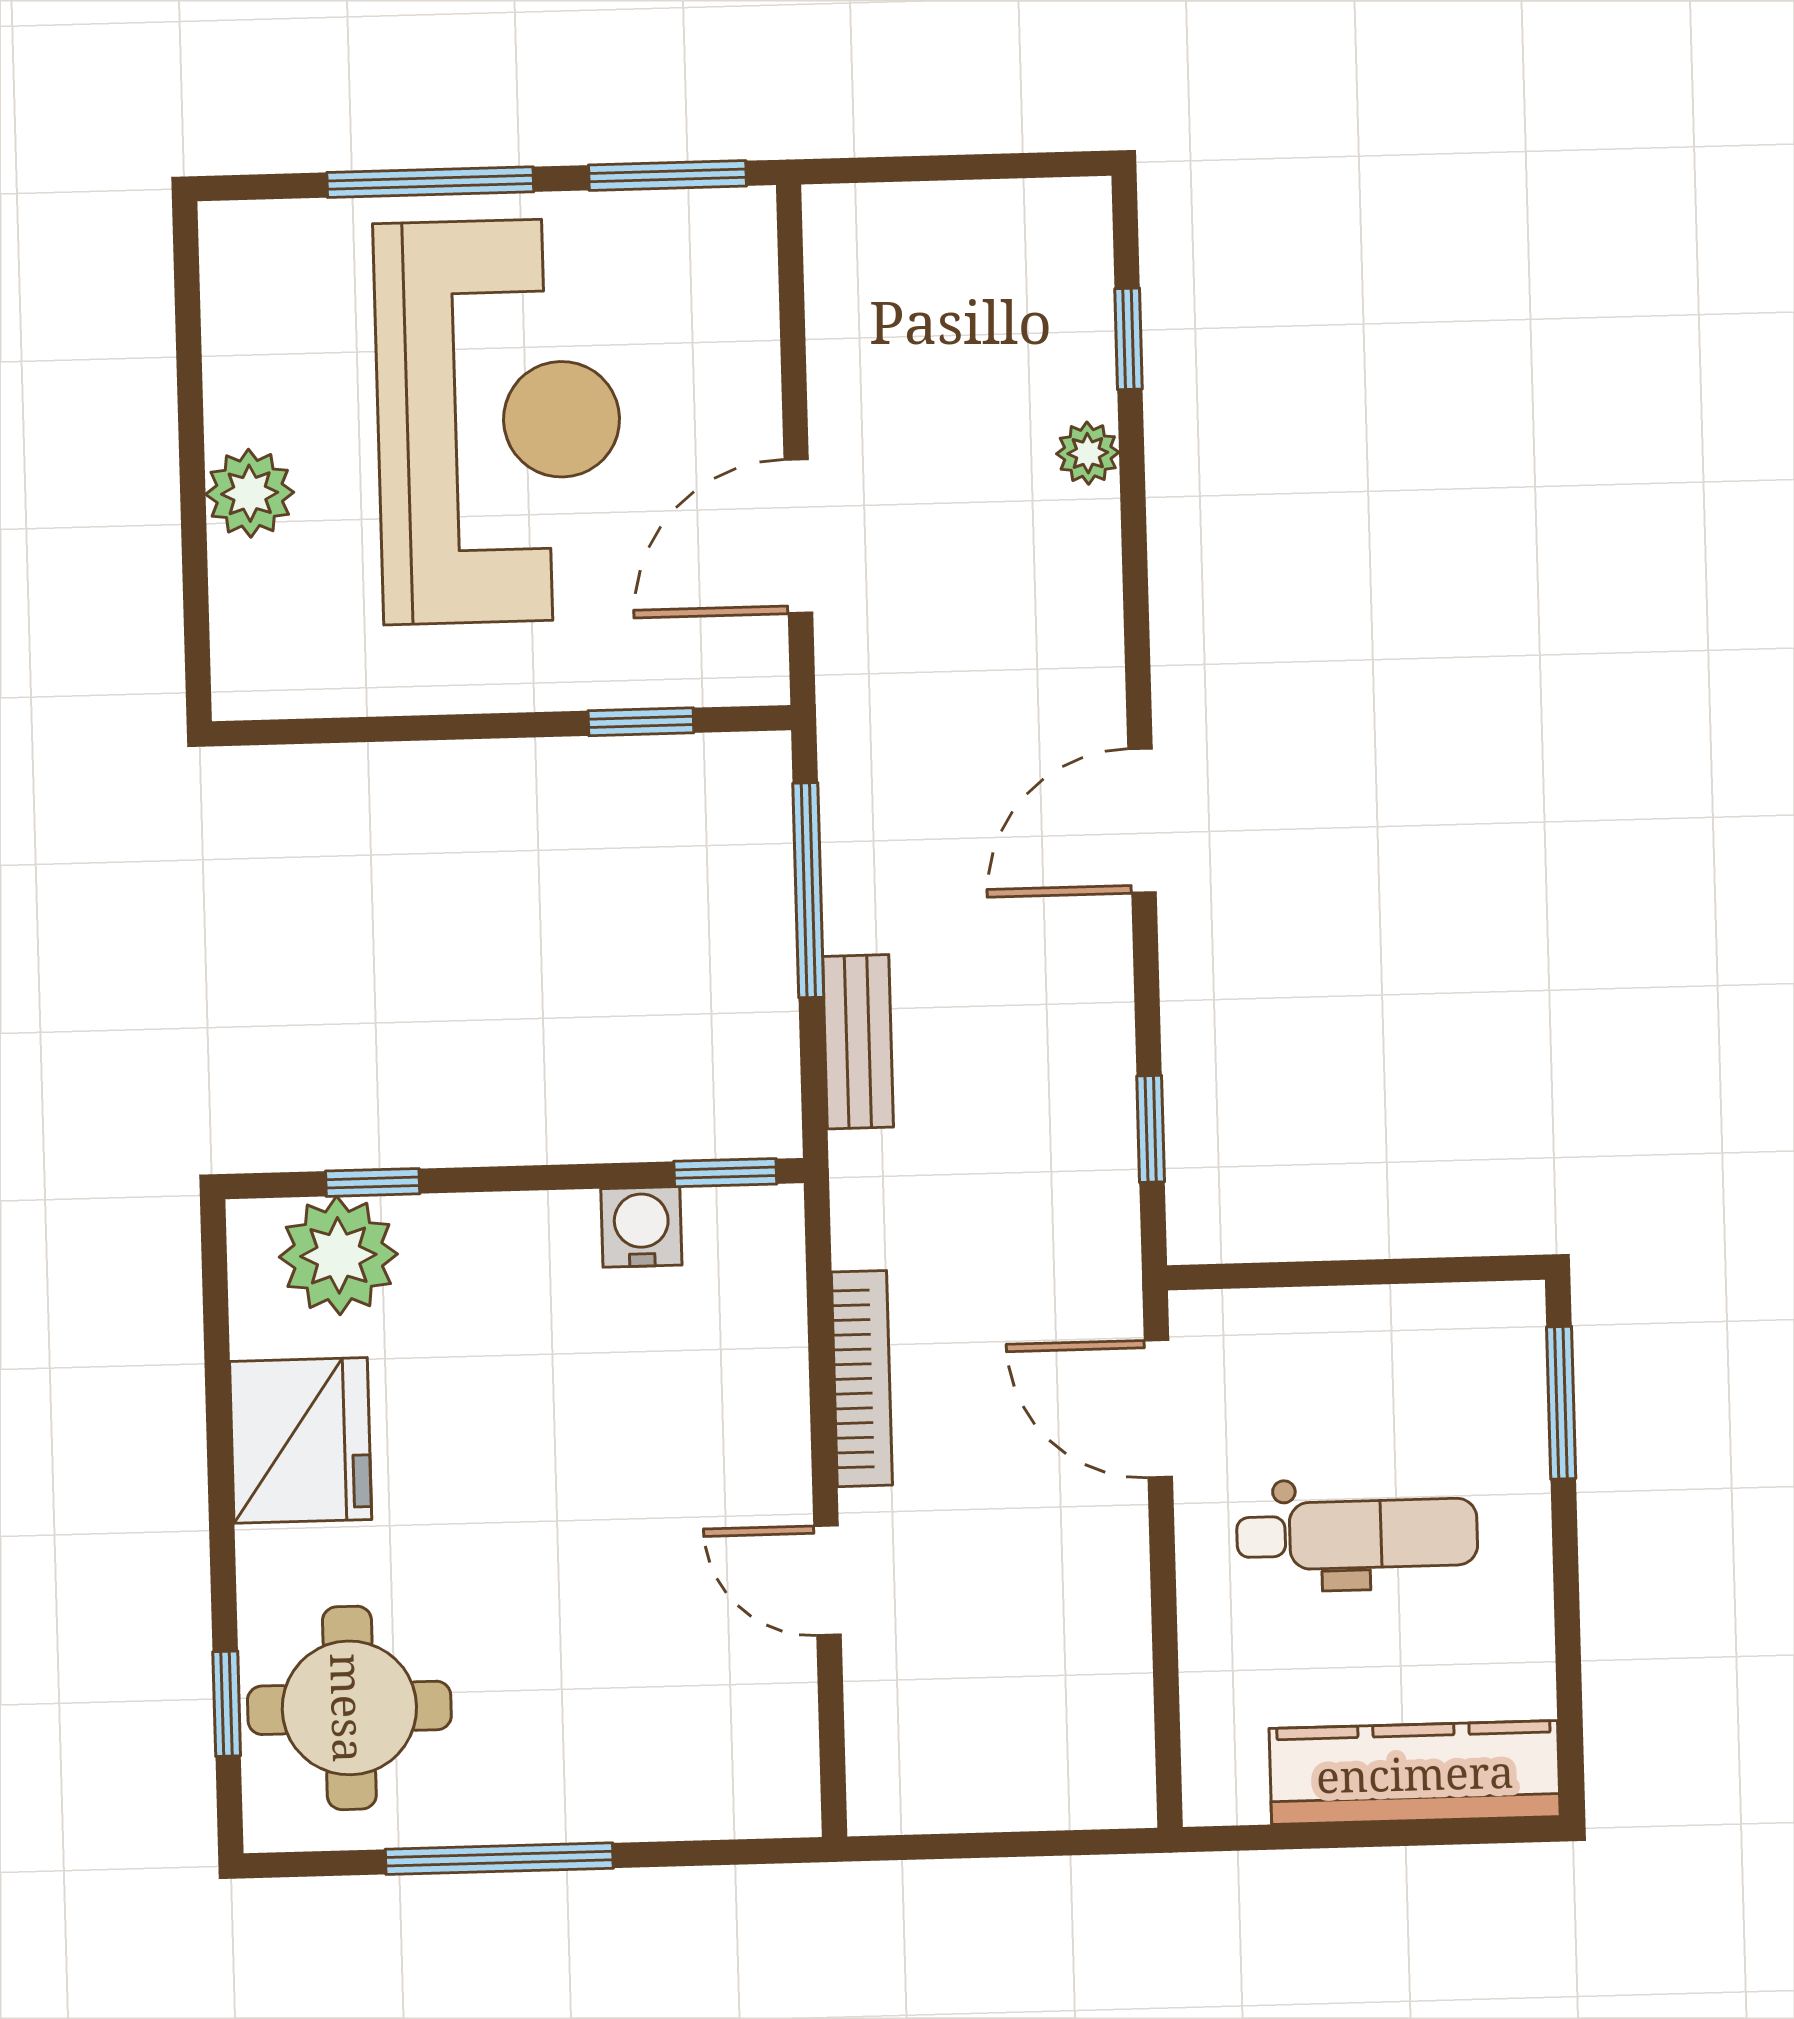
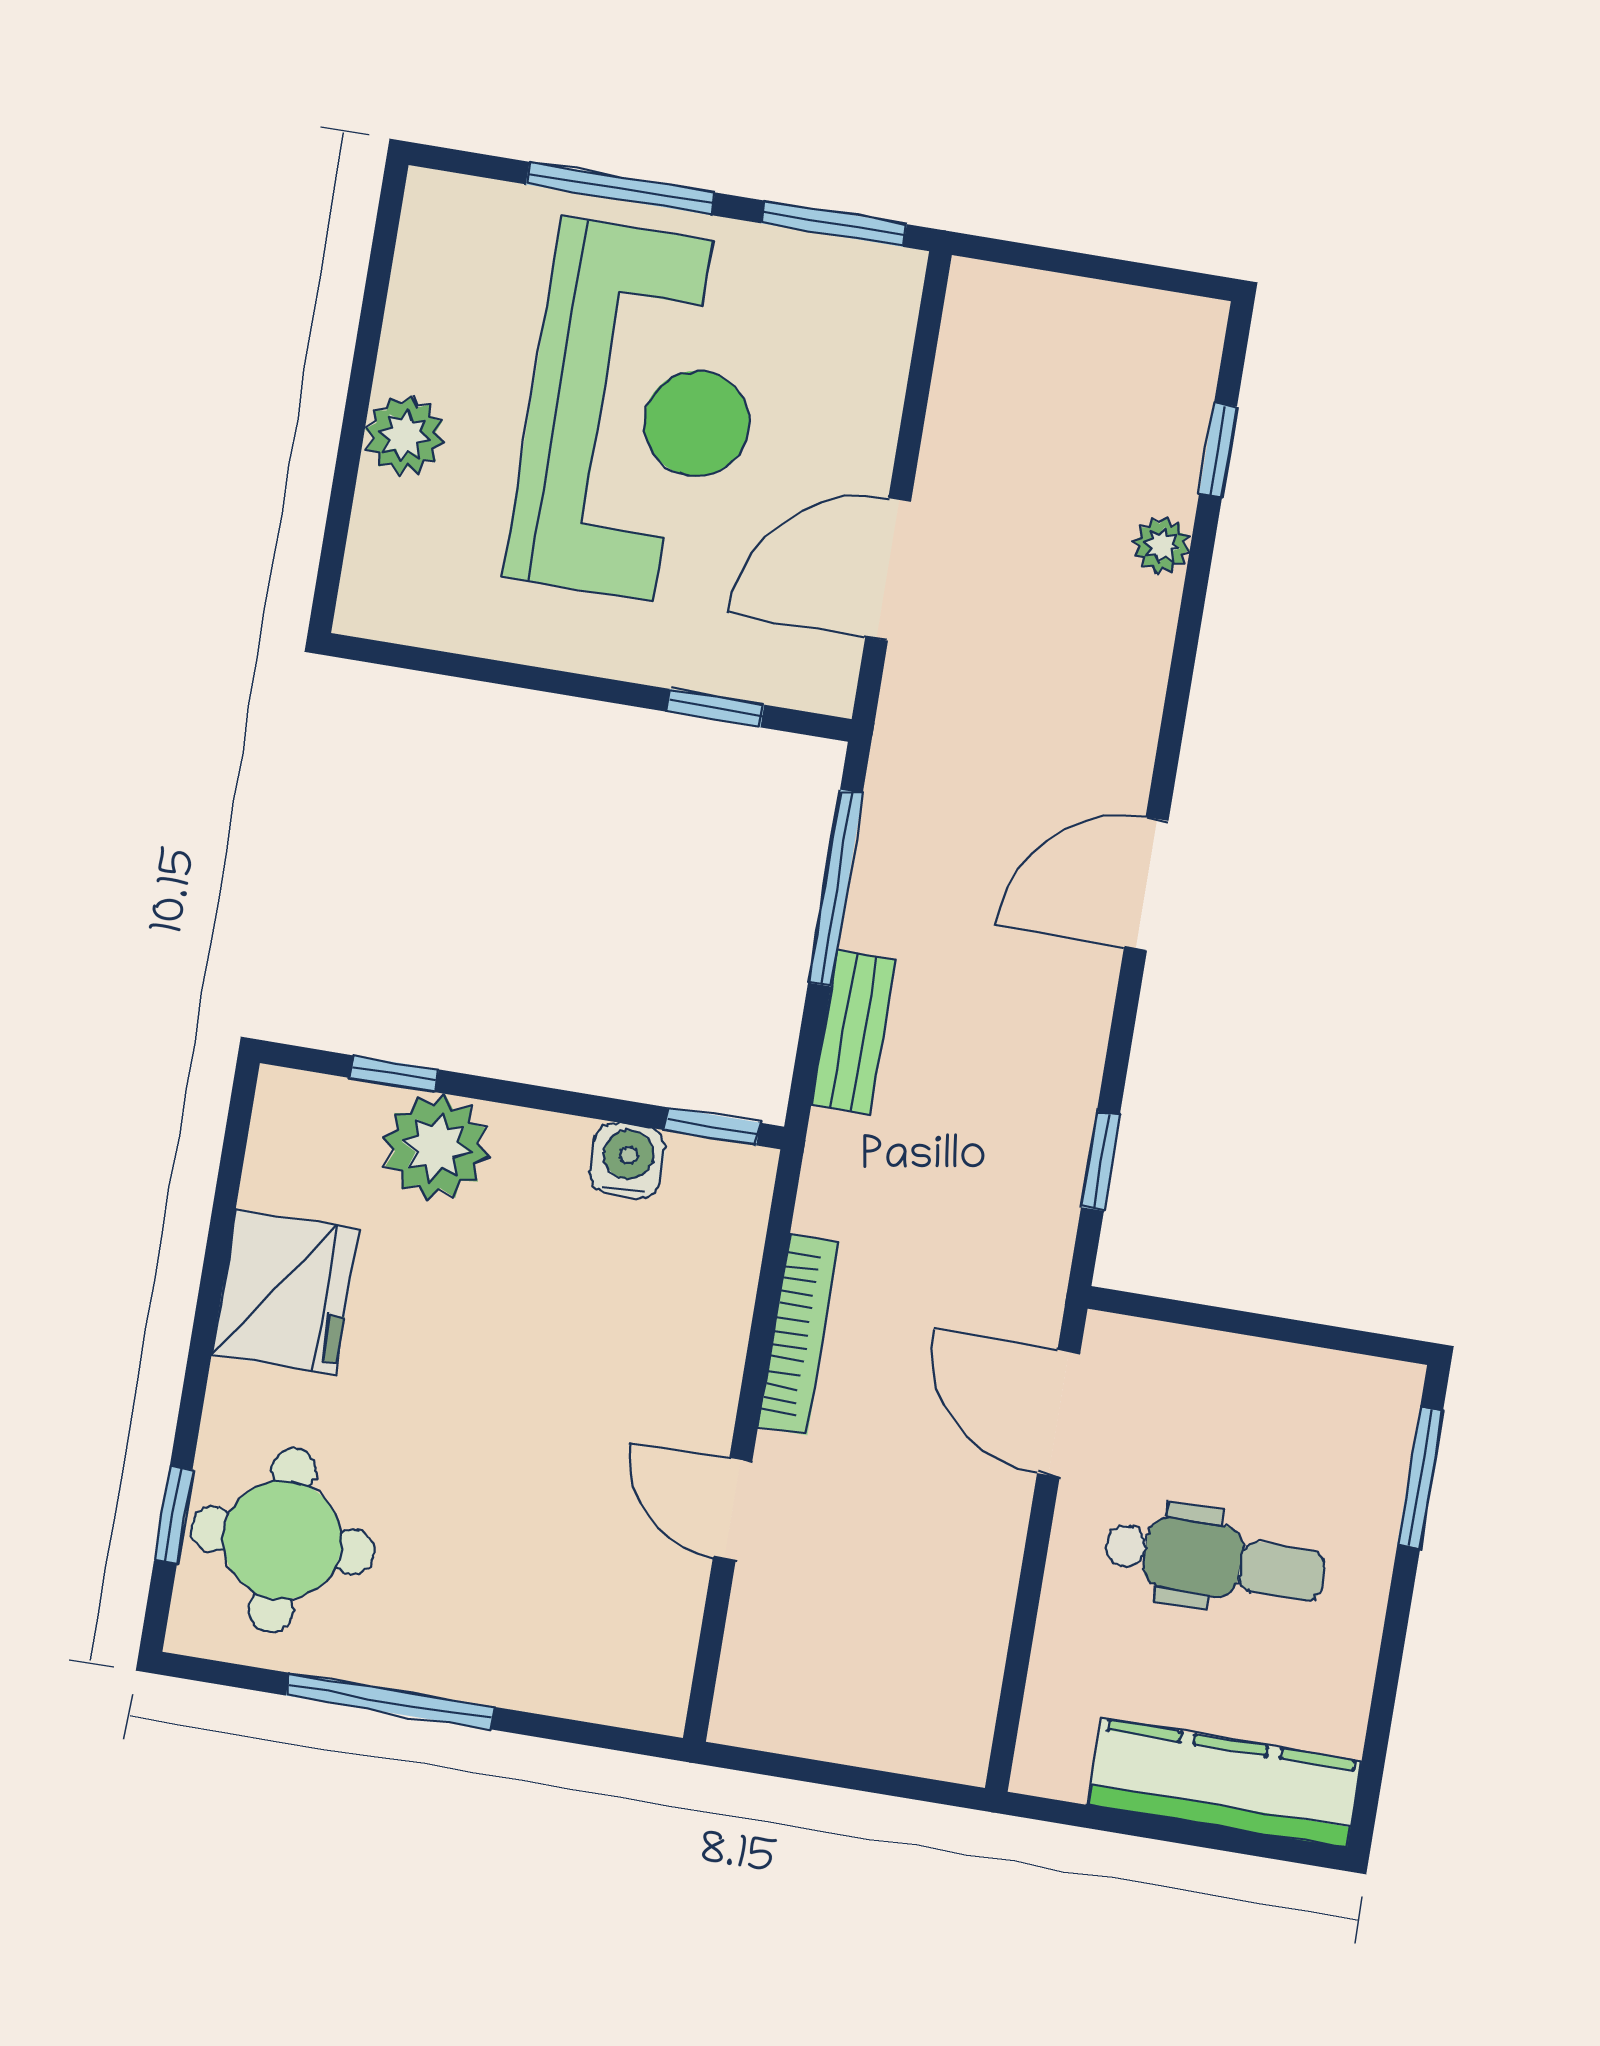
plant: (338, 1255) -> (436, 1147), moved

